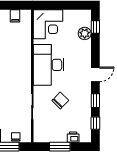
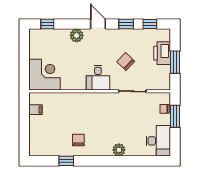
plant: (85, 33) -> (77, 35), moved
desk: (49, 65) -> (98, 78), width x0.53, depth x0.77
printer: (73, 137) -> (162, 53), width x1.87, depth x1.48

